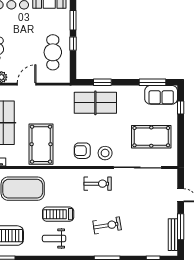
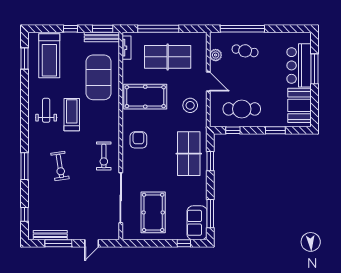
window: (73, 44) -> (233, 130), moved
stool: (105, 153) -> (190, 105), moved

